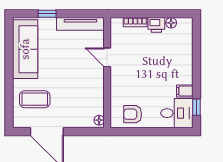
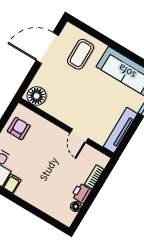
door: (107, 57) -> (79, 136), swing flipped
floor lamp: (99, 120) -> (37, 96), width x1.89, depth x1.89

